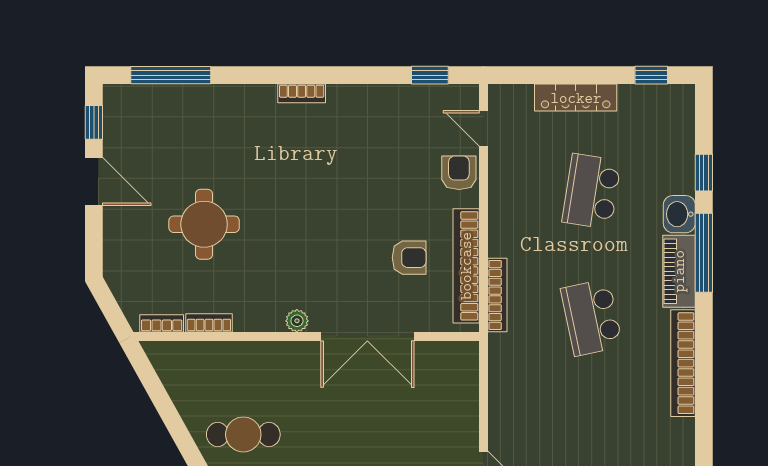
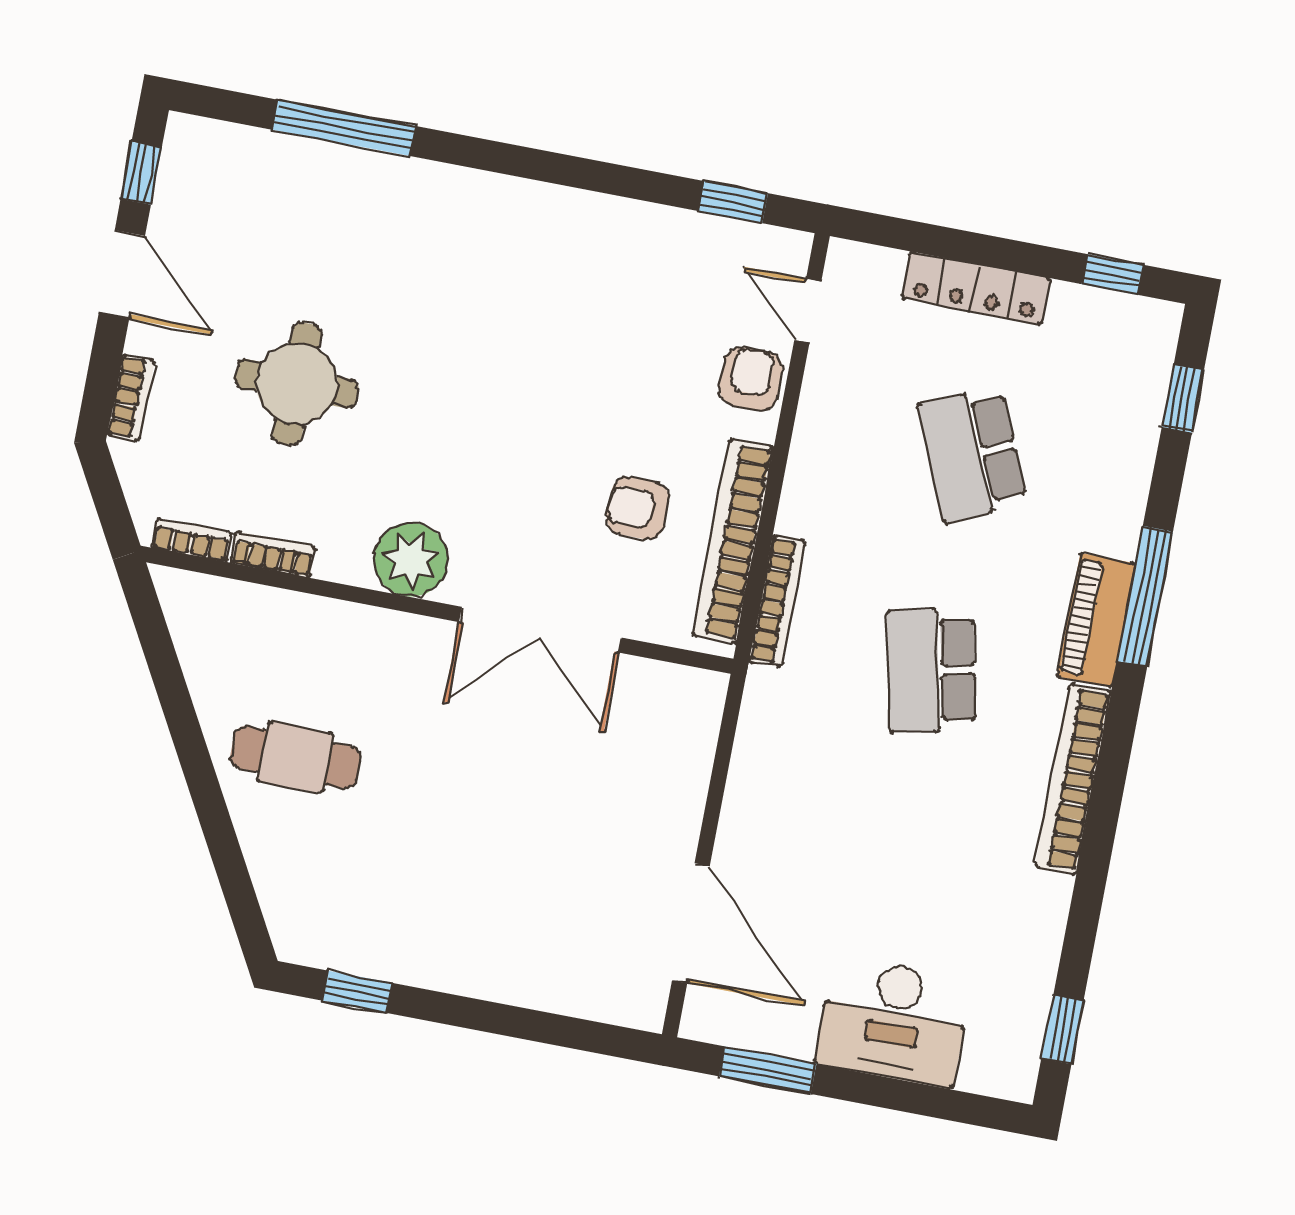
window: (171, 75) -> (344, 128), moved
bookcase: (302, 93) -> (131, 398), moved, turned -90
window: (704, 173) -> (1183, 398), moved
school desk: (592, 191) -> (972, 454), turned -33
washbasin: (679, 214) -> (1116, 522), removed
armchair: (409, 258) -> (638, 508), turned 180
plant: (297, 321) -> (411, 560), width x1.87, depth x1.87

